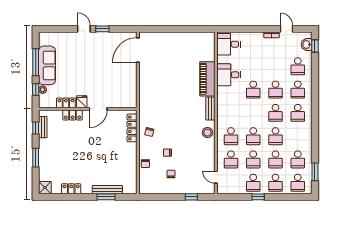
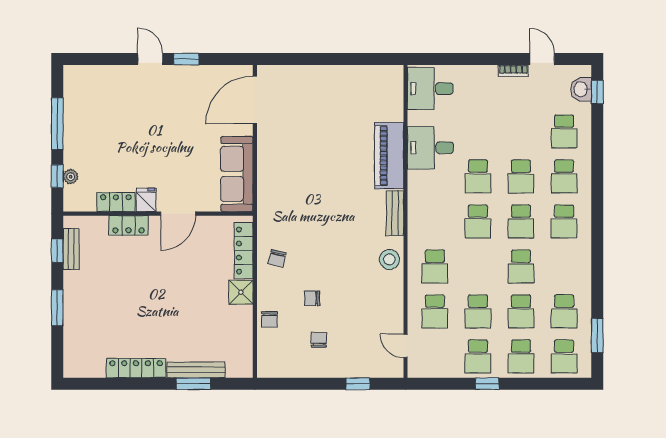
sofa: (47, 65) -> (237, 174), moved, turned 180
school desk: (253, 136) -> (478, 221), moved
shower: (45, 188) -> (241, 292), moved
locker: (71, 189) -> (136, 368), width x1.53

